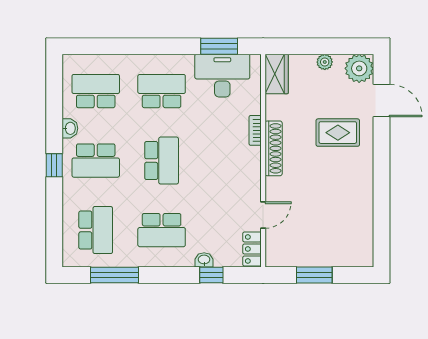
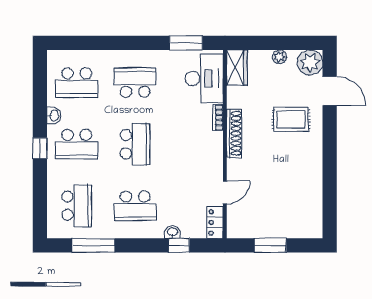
desk: (222, 76) -> (204, 78), moved, turned 90
school desk: (96, 91) -> (77, 83), turned 180

